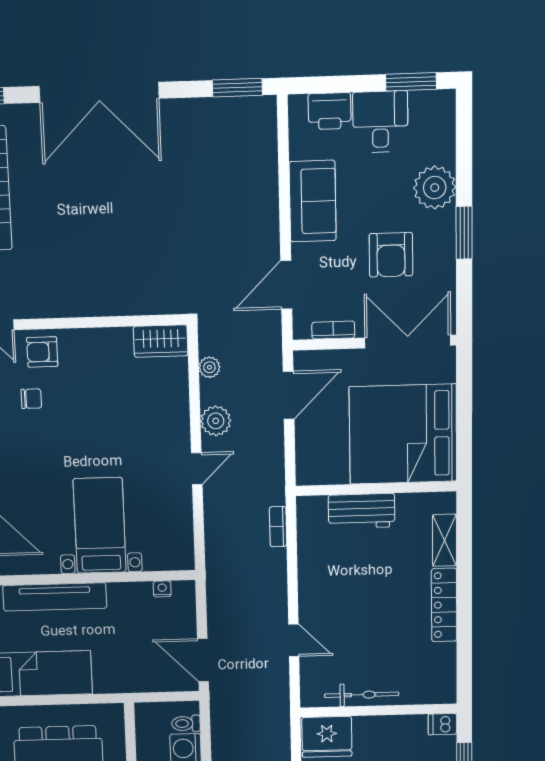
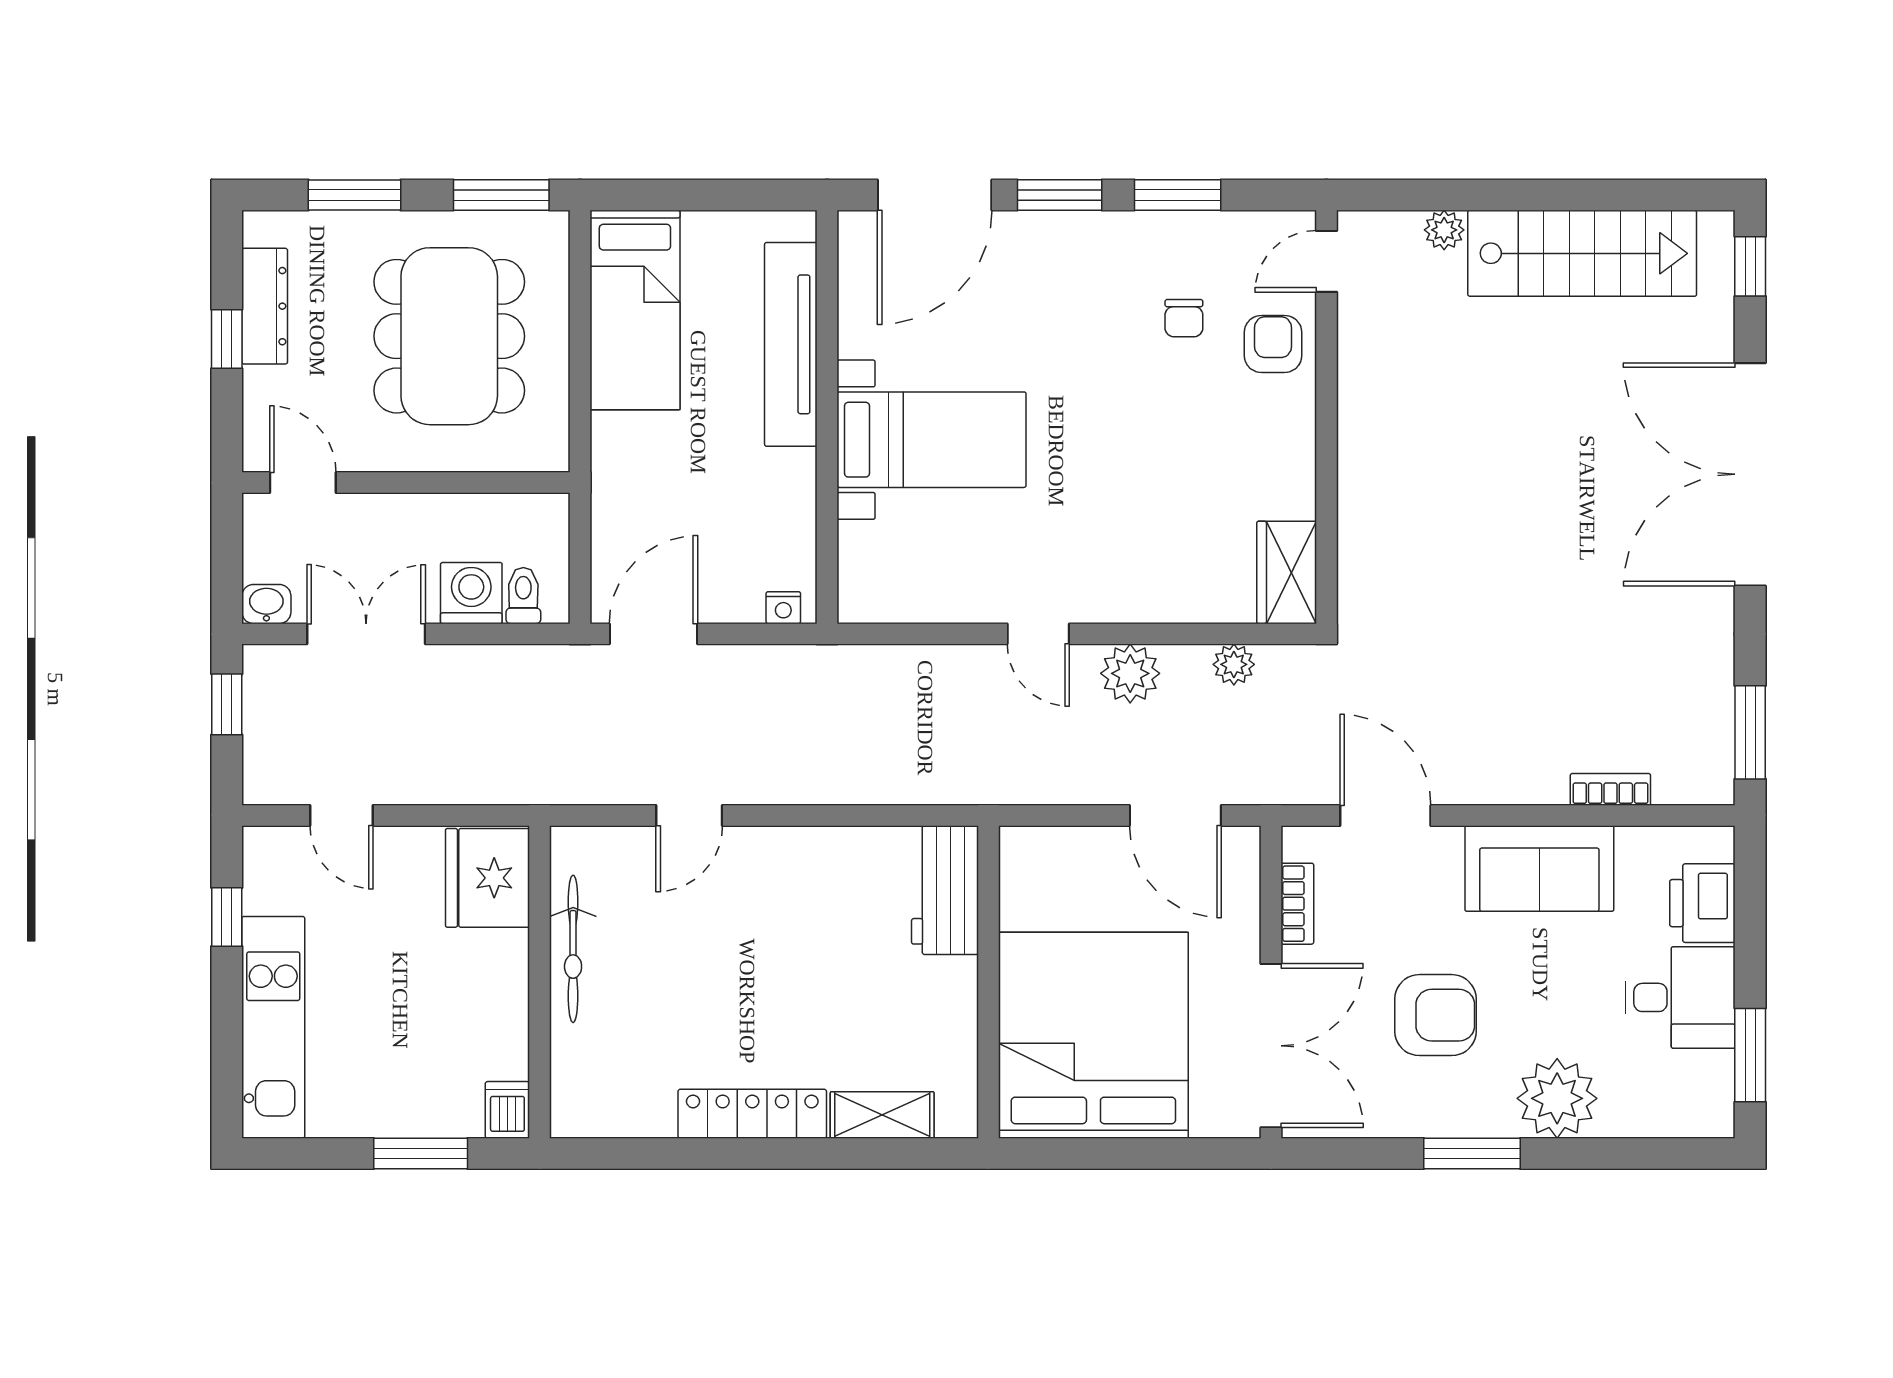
armchair: (391, 255) -> (1436, 1015), turned 180
workbench: (362, 511) -> (945, 890), moved
bookcase: (278, 527) -> (1610, 789), moved
nightstand: (162, 589) -> (783, 608), moved, turned 90

